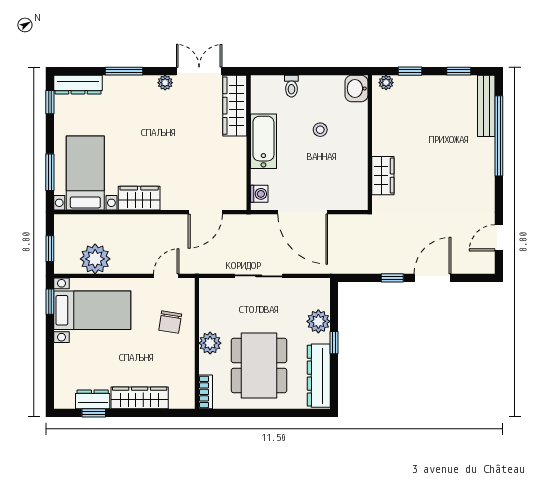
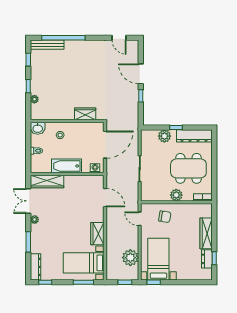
washbasin: (356, 88) -> (38, 128), moved
wall: (370, 143) -> (67, 121), moved
wardrobe: (383, 176) -> (85, 114), moved

